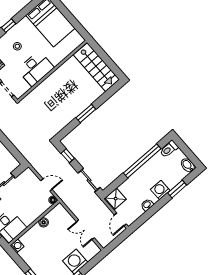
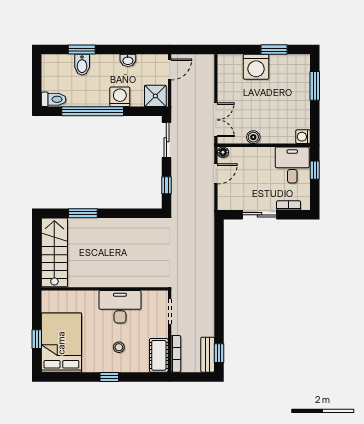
window: (65, 12) -> (37, 339), added
window: (86, 113) -> (83, 213), moved
bidet: (188, 165) -> (82, 65), moved
door: (46, 185) -> (216, 174), swing flipped
washing machine: (160, 190) -> (120, 97), moved, turned 180
double door: (85, 230) -> (216, 120), moved

